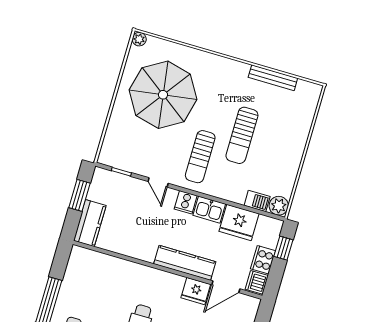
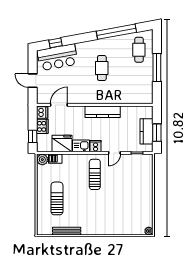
parasol: (163, 95) -> (126, 203), removed
sun lounger: (242, 135) -> (57, 198), moved
door: (158, 182) -> (114, 153), swing flipped
kitchen counter: (90, 223) -> (146, 131), moved
kitchen counter: (185, 263) -> (103, 112), moved
fridge: (196, 291) -> (75, 98), removed

